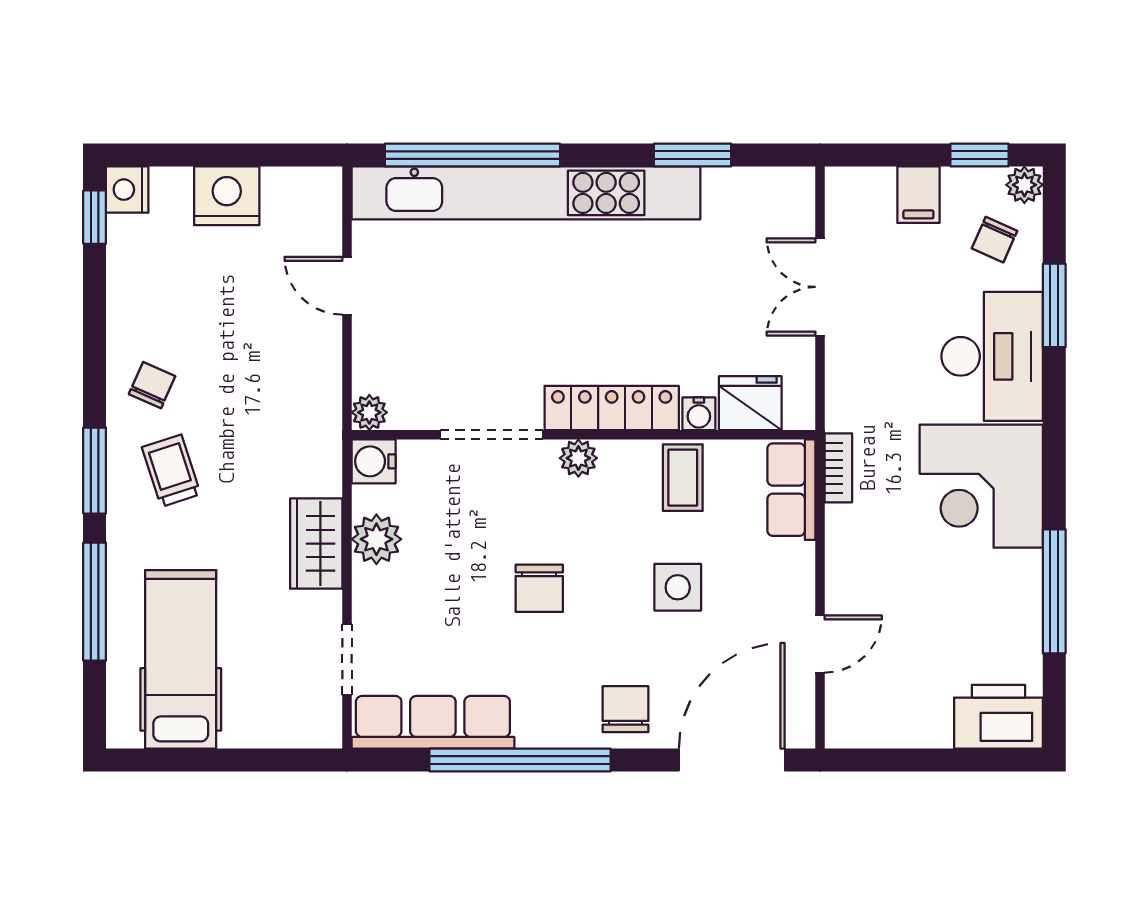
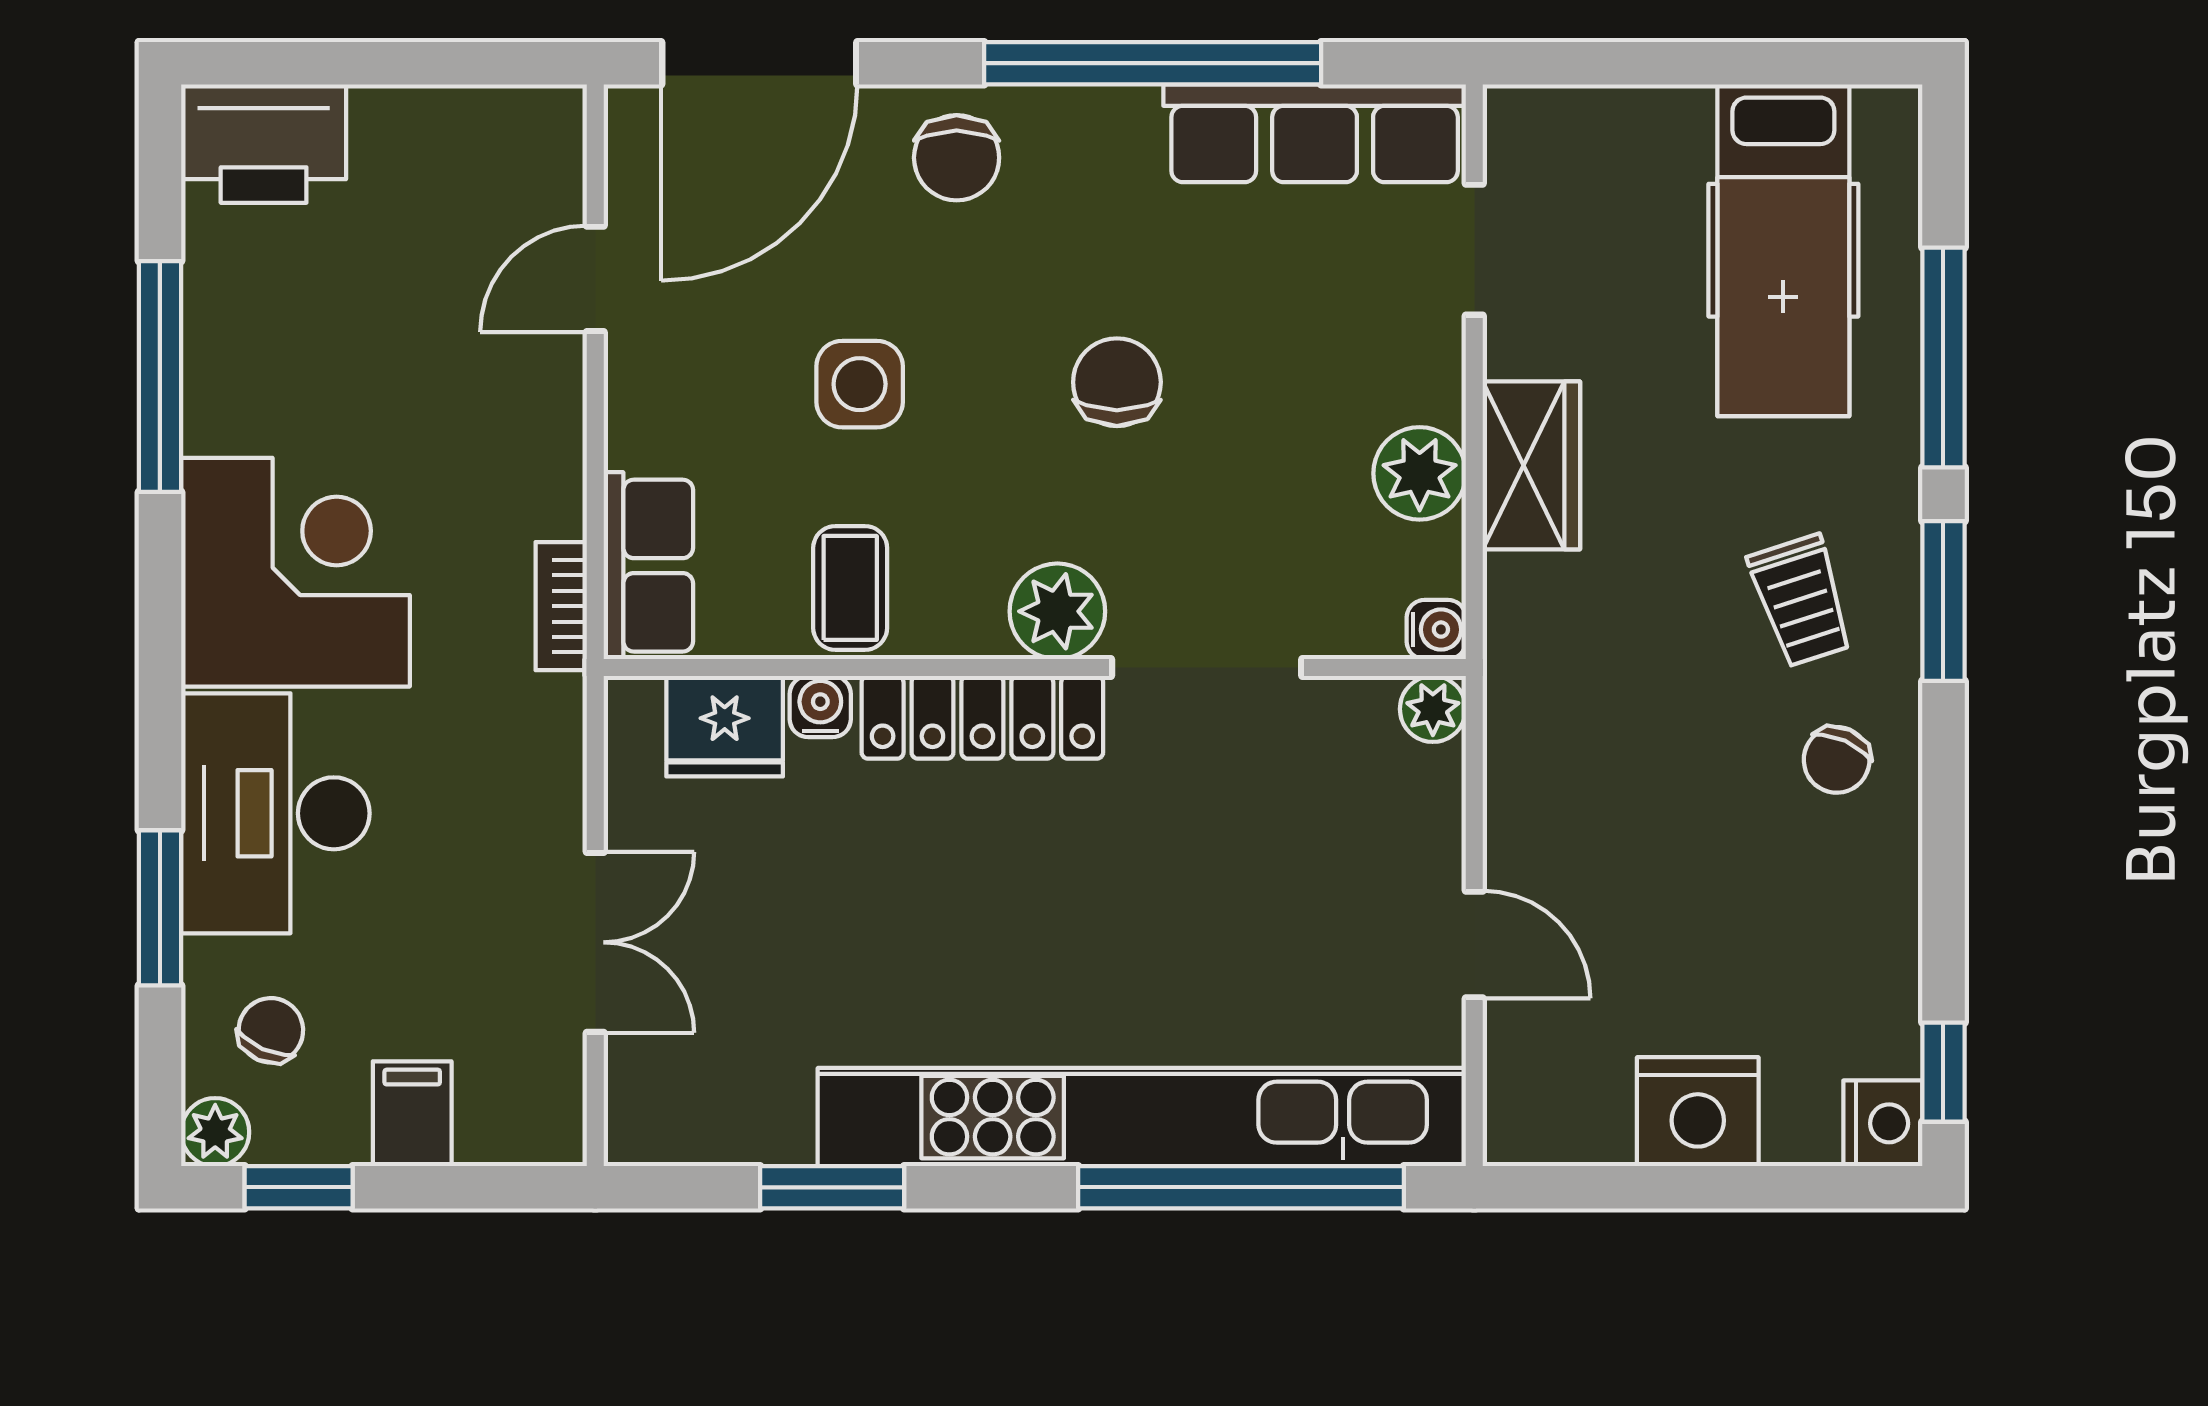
plant: (578, 458) -> (1057, 611), width x1.38, depth x1.38
water cooler: (374, 461) -> (1436, 630), width x0.72, depth x0.72

